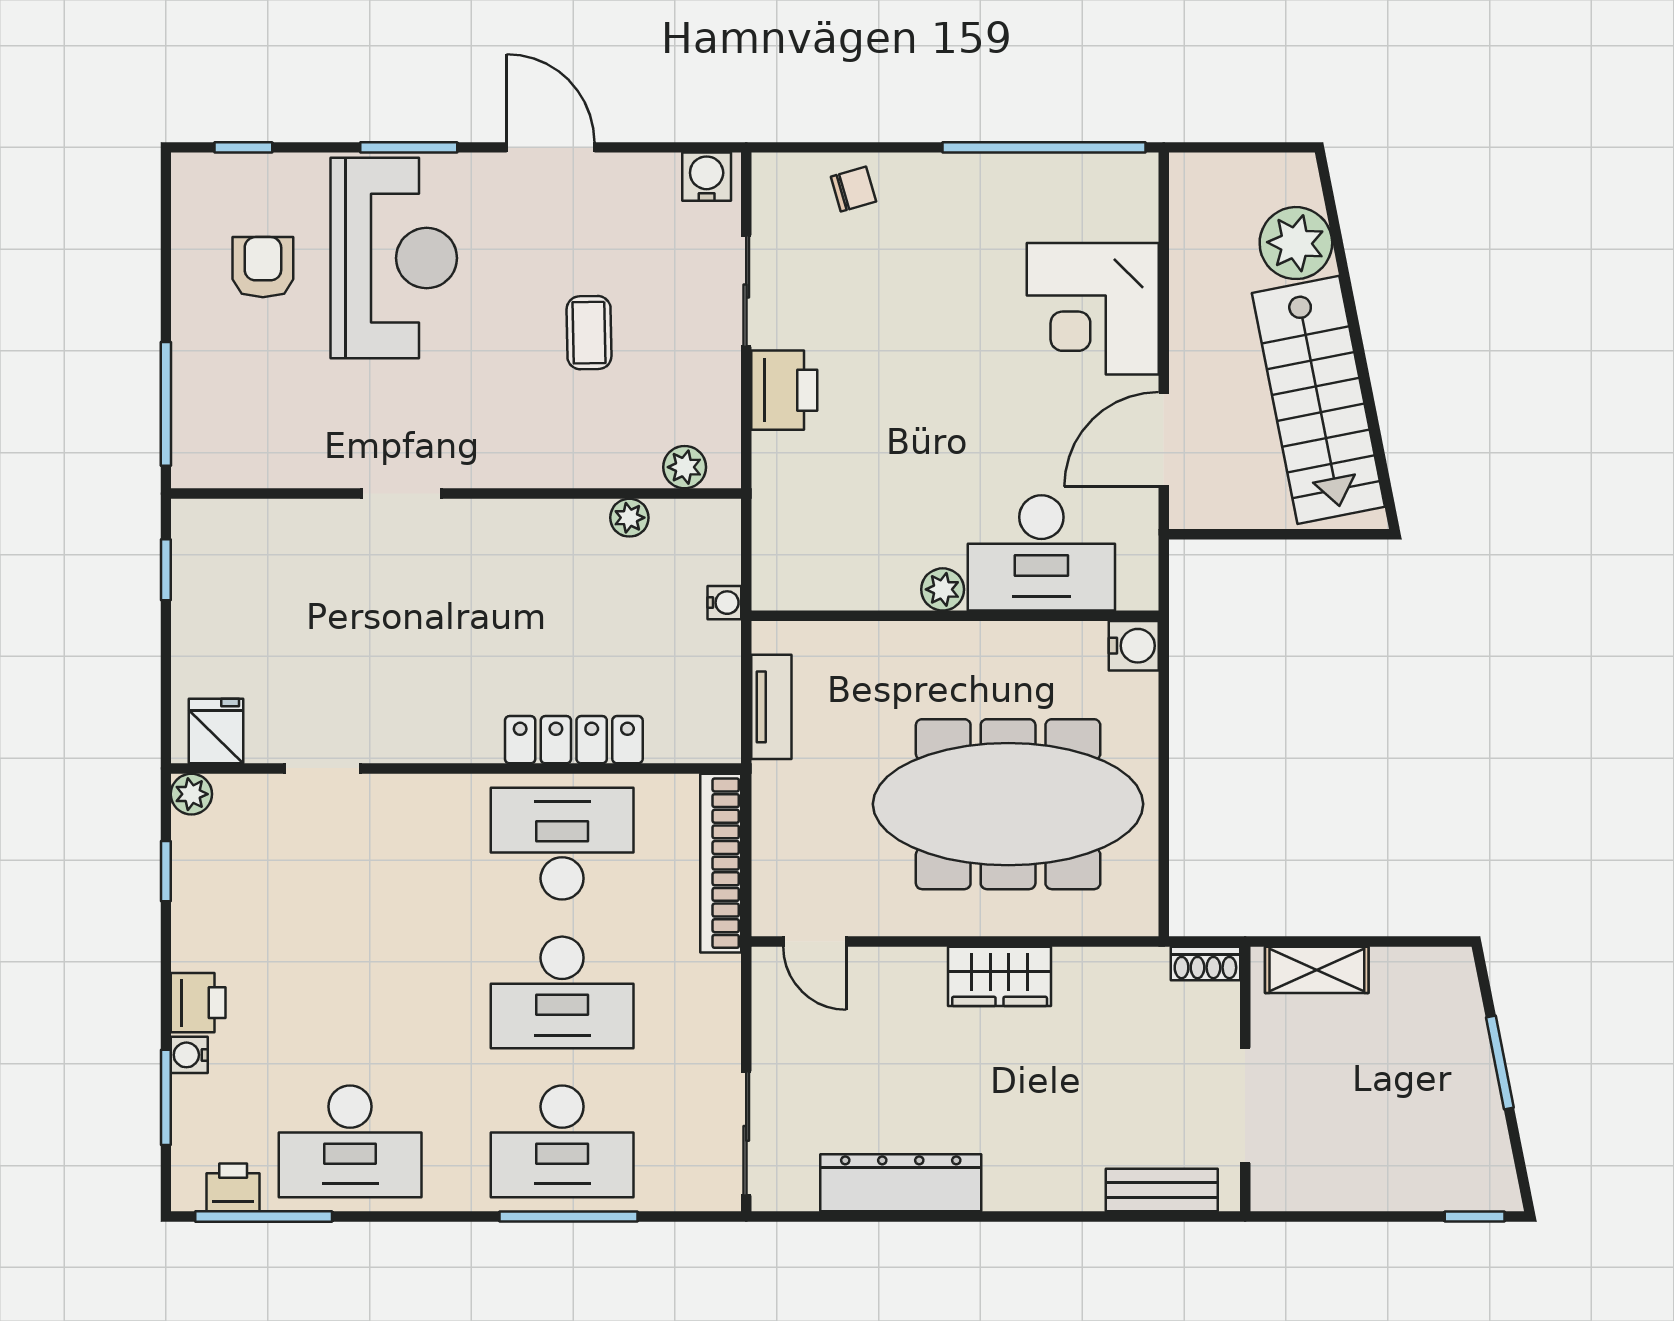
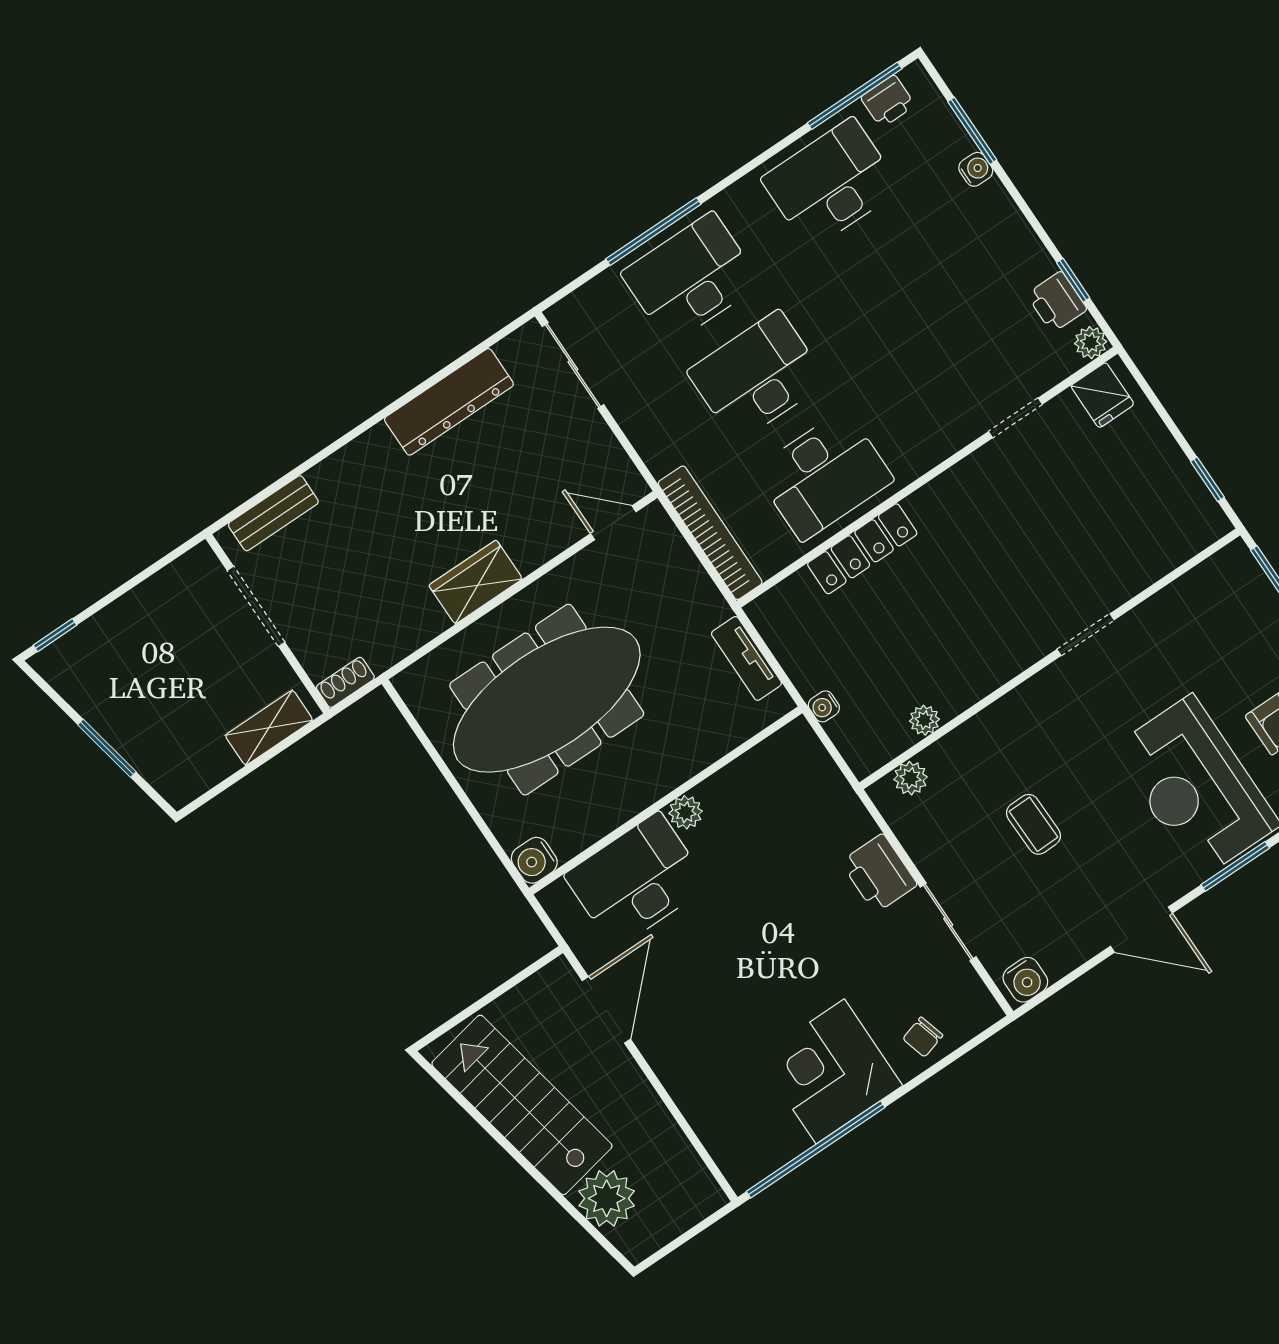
corner desk: (1093, 309) -> (830, 1071), moved, turned -90
printer: (198, 1003) -> (1057, 302), moved

